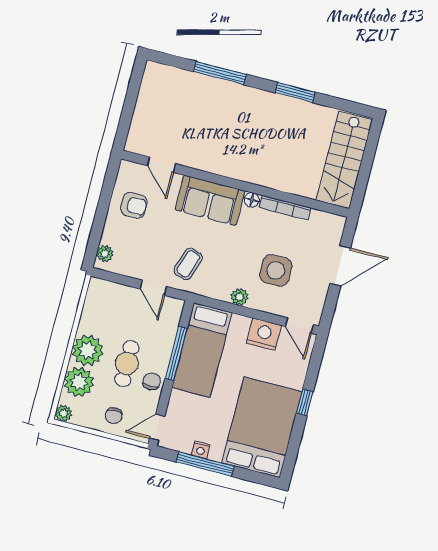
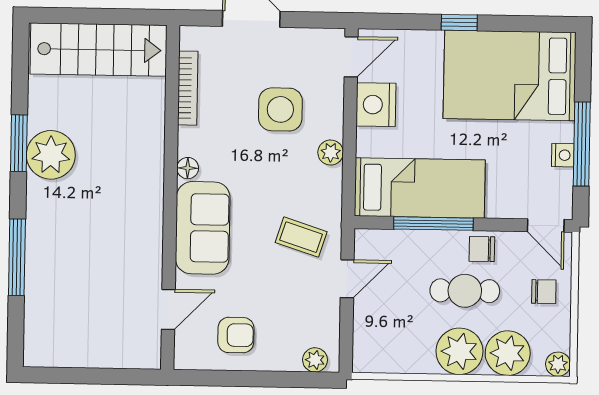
plant: (282, 112) -> (51, 155), added
armchair: (134, 205) -> (236, 335), turned 90
bookcase: (285, 208) -> (188, 88), moved

